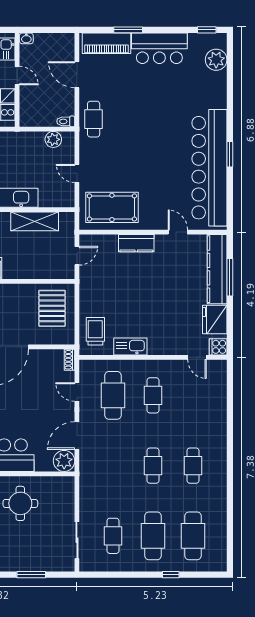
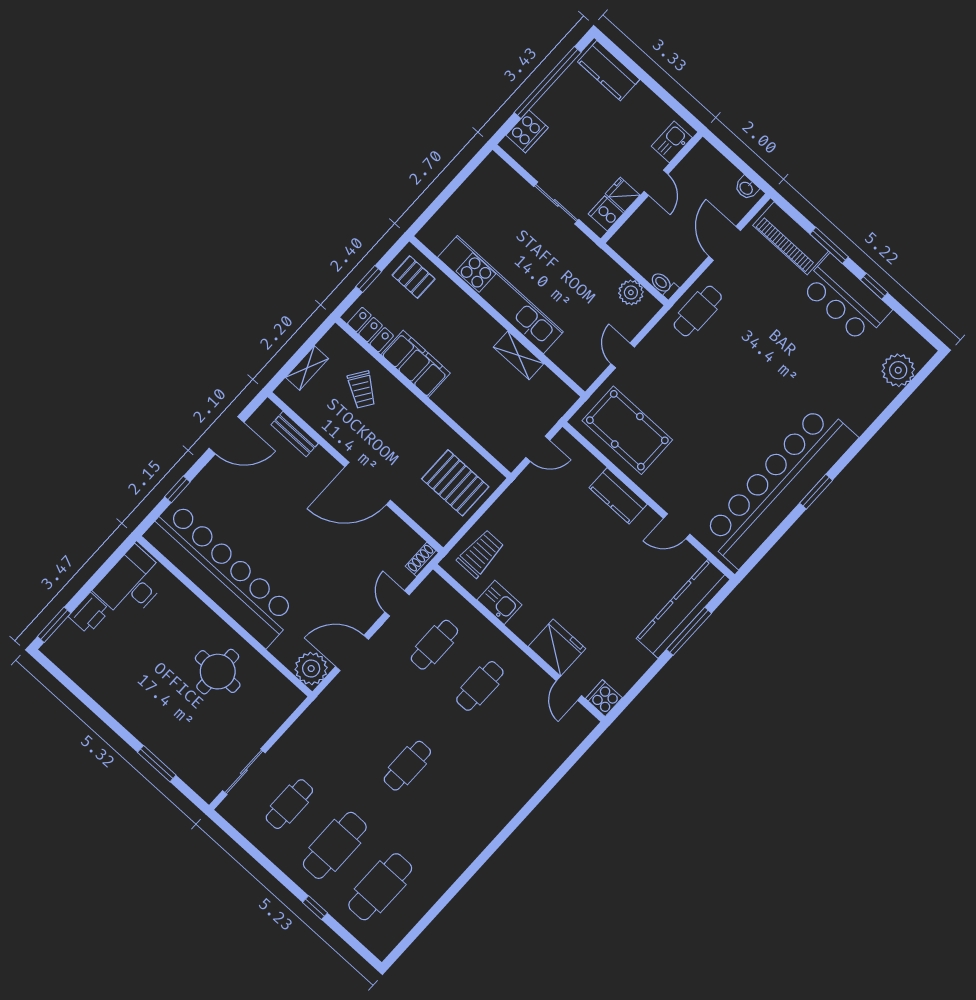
window: (207, 30) -> (874, 286), moved
washbasin: (26, 38) -> (746, 188), moved
shelving: (35, 221) -> (519, 355), width x0.67, depth x0.75
door: (178, 232) -> (677, 526), swing flipped
pallet: (52, 308) -> (455, 483), turned 90
fridge: (215, 319) -> (557, 648), moved, turned 90
kitchen sink: (130, 346) -> (499, 602), width x0.73
cafe table: (113, 395) -> (434, 645), width x0.73, depth x0.74
cafe table: (193, 466) -> (453, 807), removed

